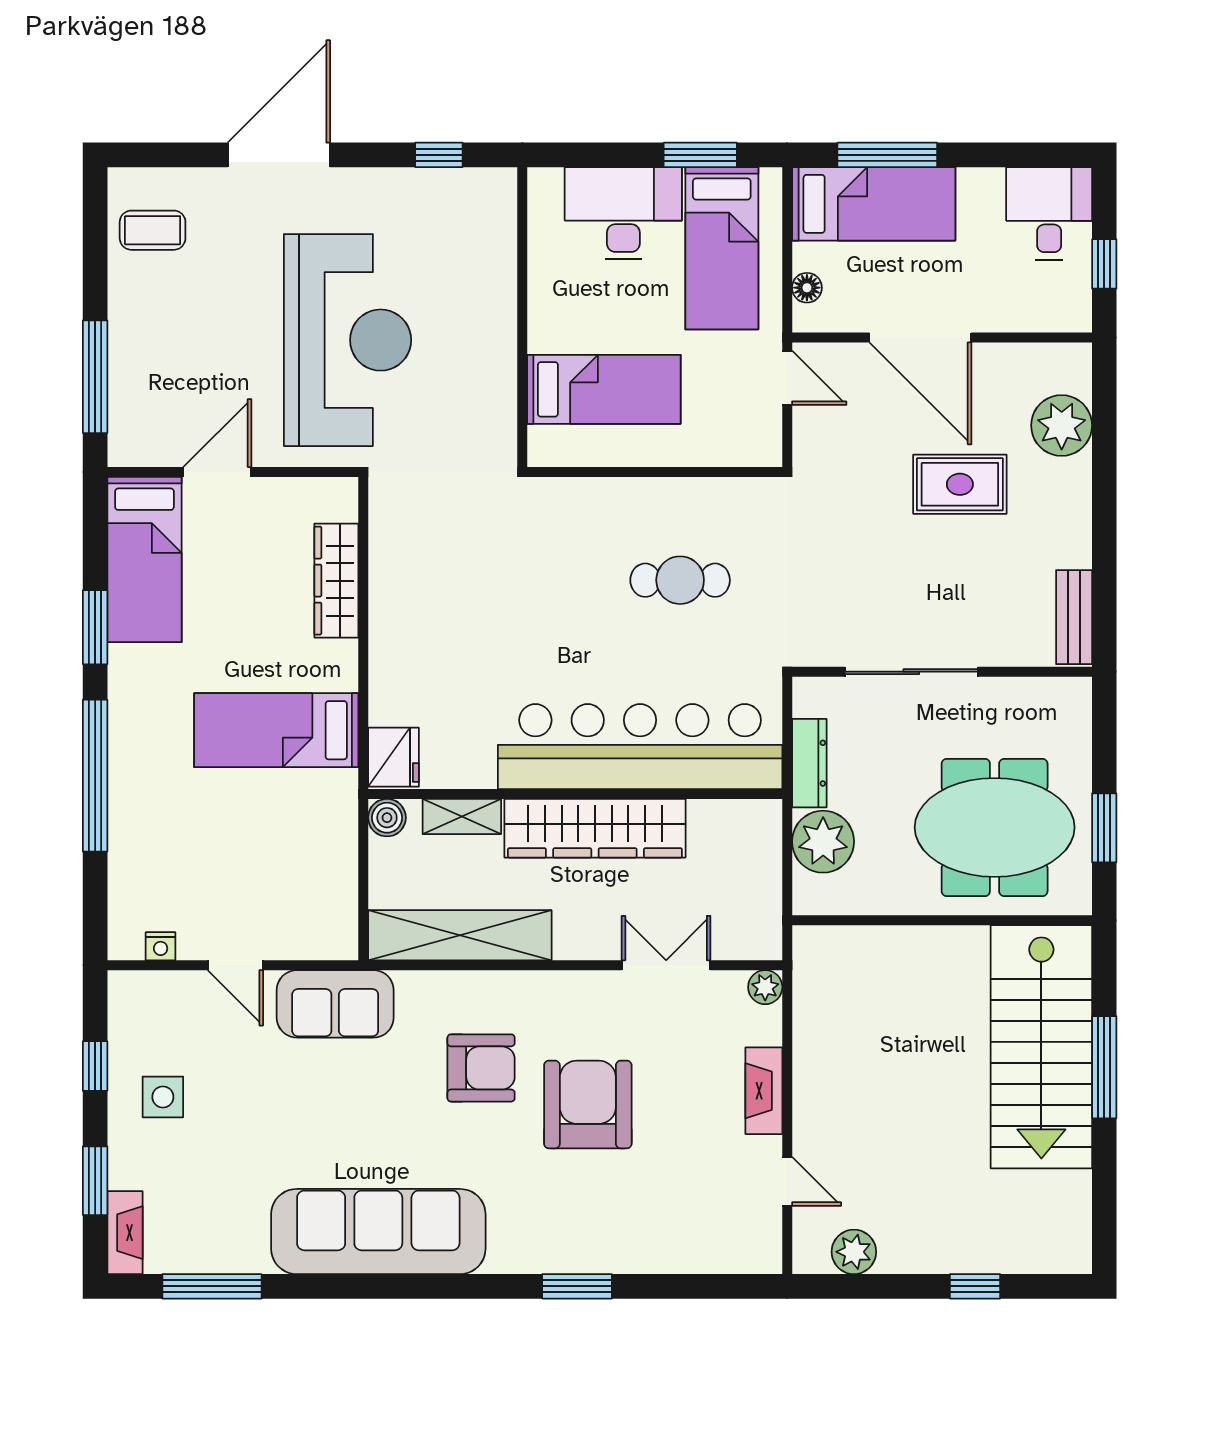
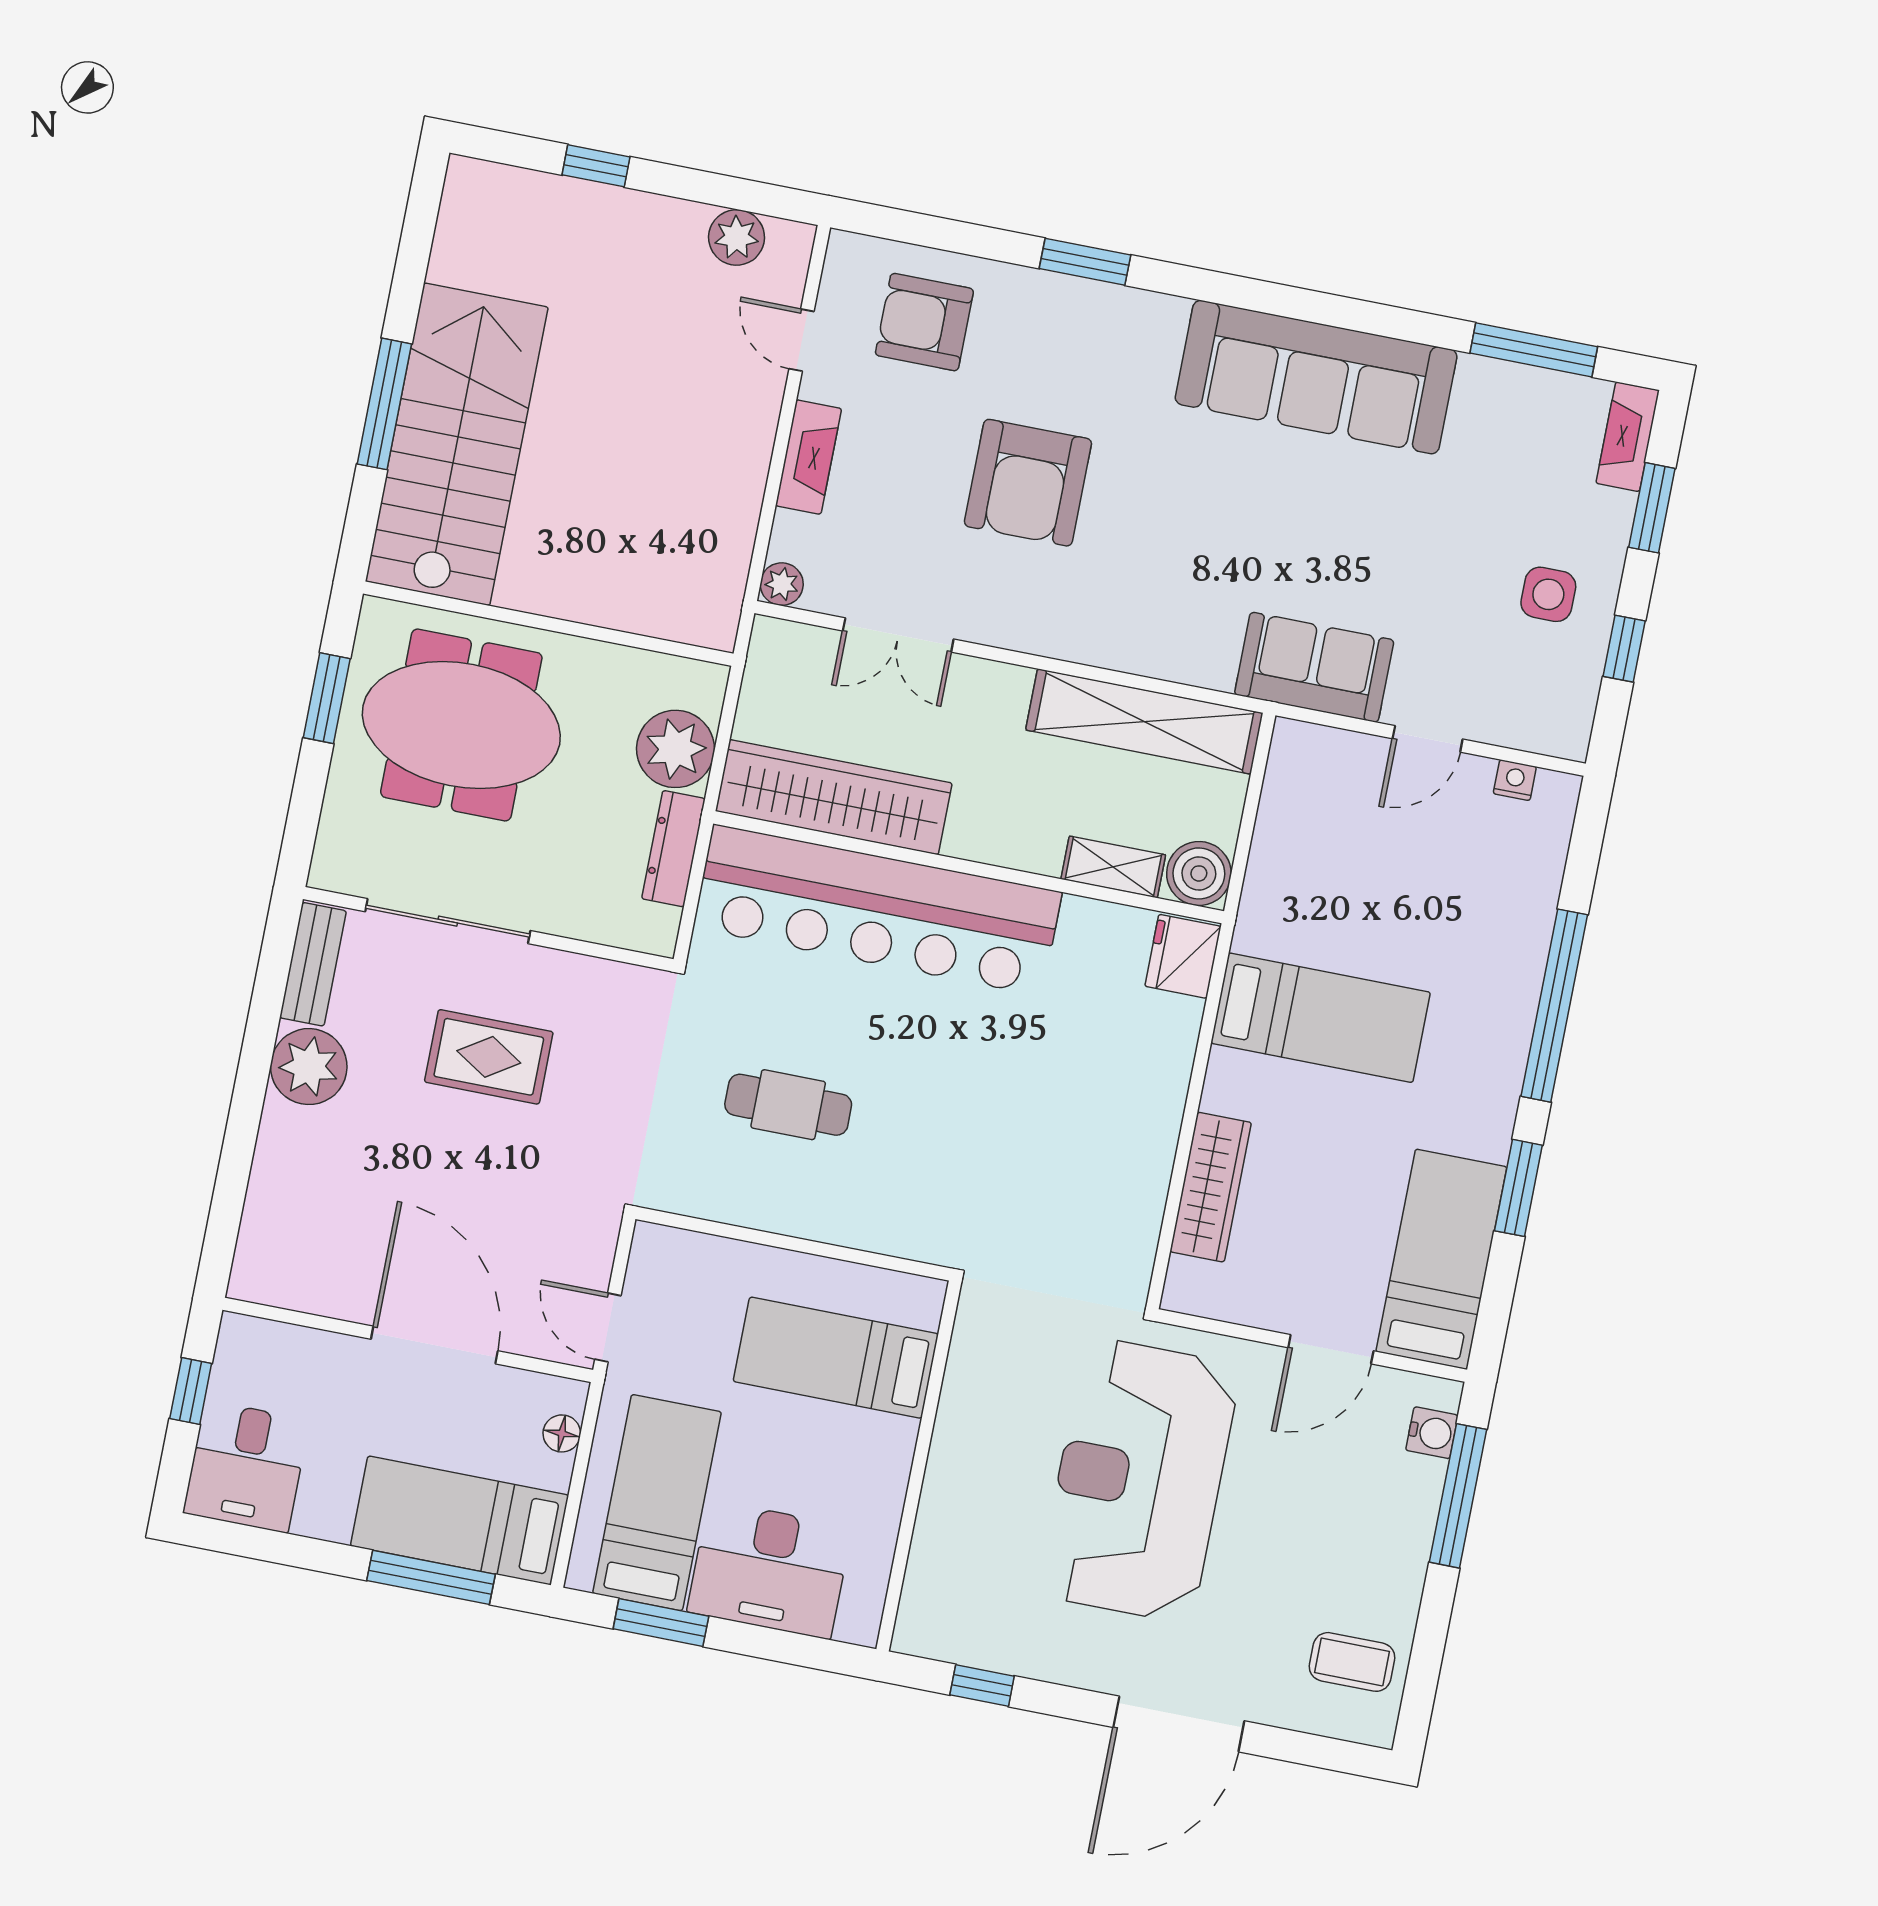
water cooler: (125, 422) -> (1432, 1433), added
plant: (1062, 425) -> (309, 1067), moved
rug: (960, 484) -> (489, 1057), moved
sliding door: (911, 672) -> (448, 921), moved
boiler: (387, 818) -> (1199, 873), width x1.36, depth x1.36
wardrobe: (595, 828) -> (834, 797), moved
door: (235, 965) -> (1428, 739), swing flipped
armchair: (481, 1068) -> (924, 322), moved

